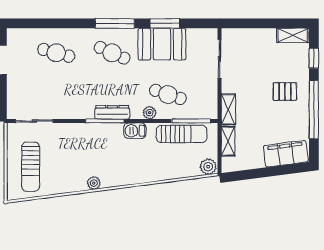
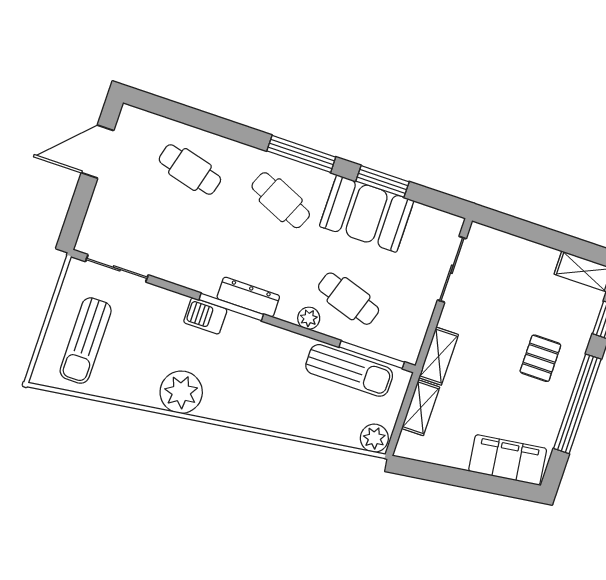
pallet: (285, 91) -> (540, 358), turned 90
barbecue: (135, 131) -> (205, 316), moved
plant: (94, 183) -> (181, 392), width x1.88, depth x1.88

